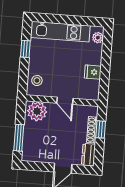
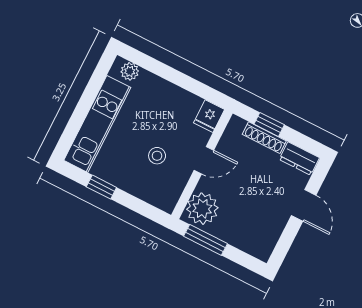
fridge: (93, 72) -> (209, 116), moved
stool: (37, 81) -> (157, 156), moved
window: (19, 138) -> (205, 240), moved

